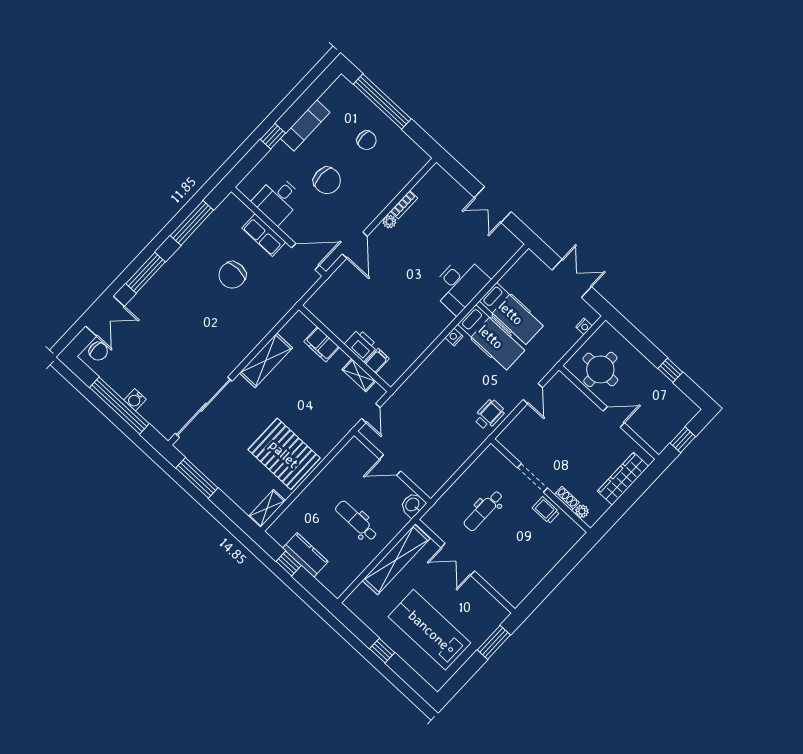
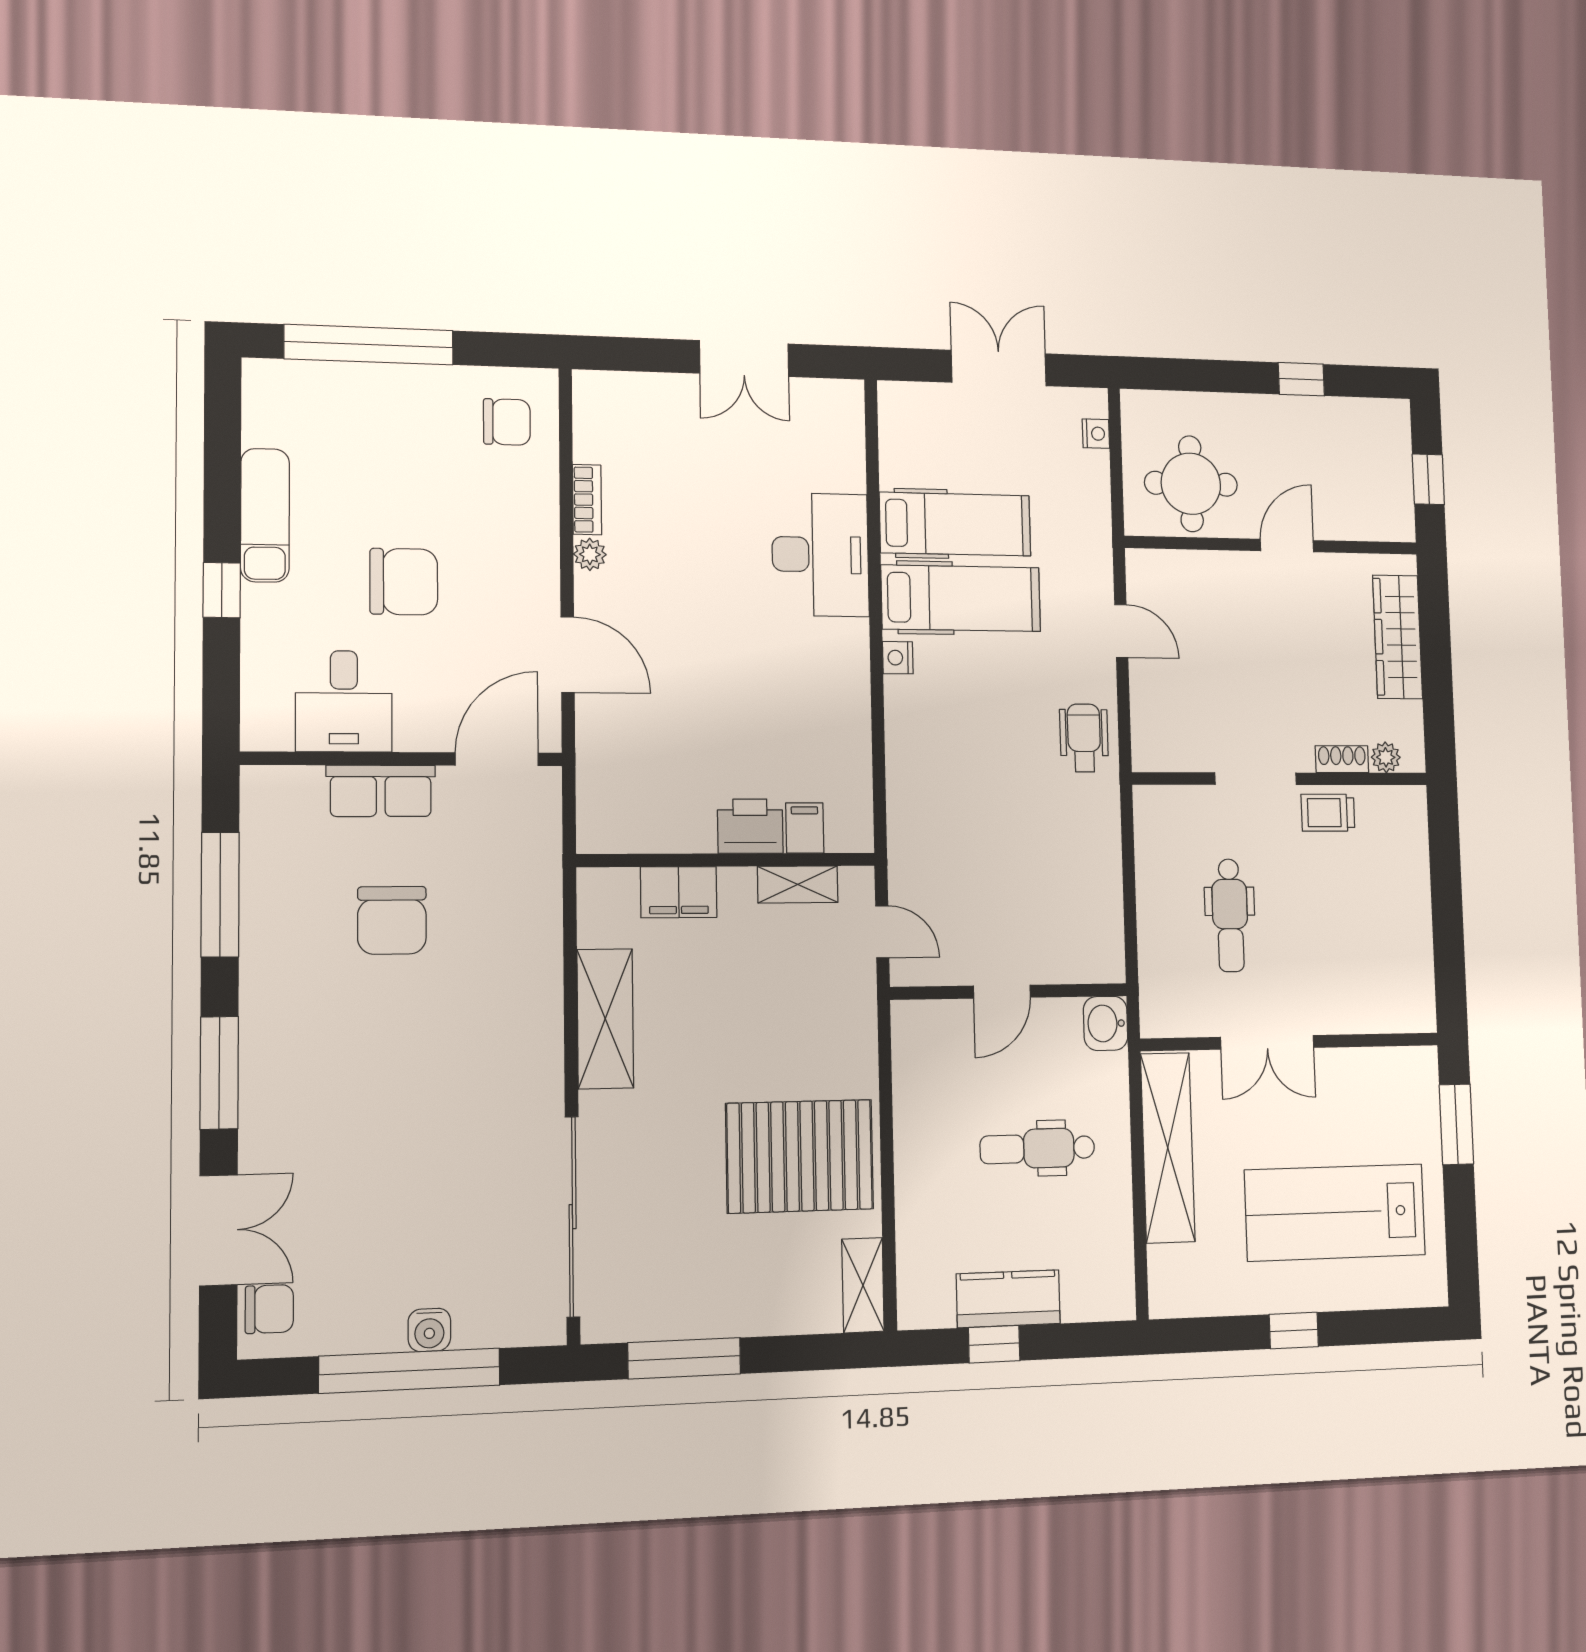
chair: (367, 140) -> (507, 422), moved

